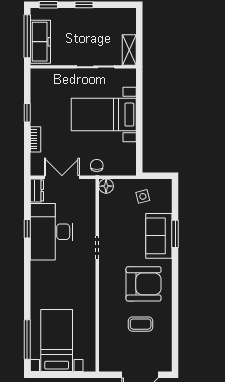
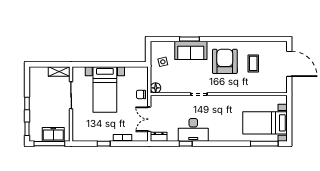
freezer: (40, 42) -> (53, 134), width x0.71
desk: (52, 232) -> (193, 130), width x0.73, depth x0.77

